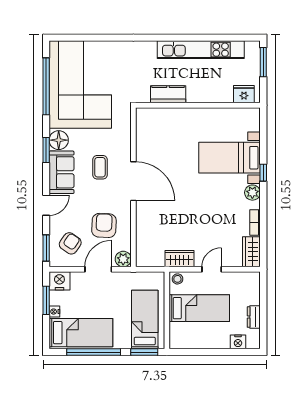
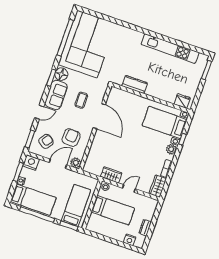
kitchen counter: (168, 94) -> (135, 84), moved
fridge: (244, 94) -> (182, 101), moved
wall: (198, 105) -> (151, 98), moved

